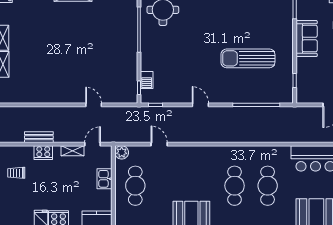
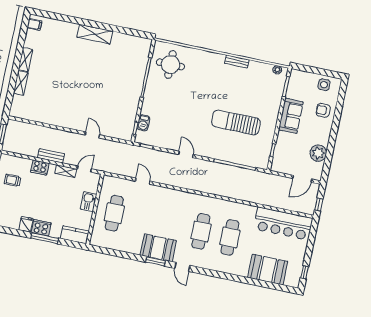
bench: (39, 137) -> (51, 156), moved
plant: (122, 152) -> (108, 182), removed

